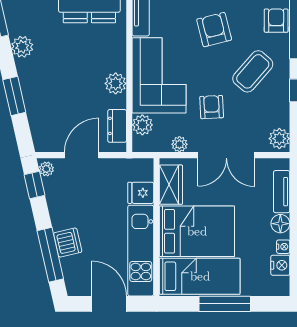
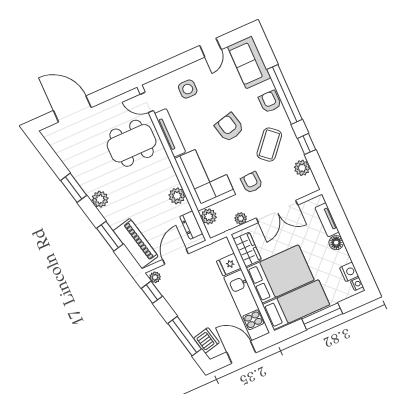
piano: (41, 118) -> (136, 243), added
plant: (279, 139) -> (302, 168), moved
dishwasher: (68, 243) -> (207, 340), moved
nightstand: (283, 247) -> (357, 284), moved

